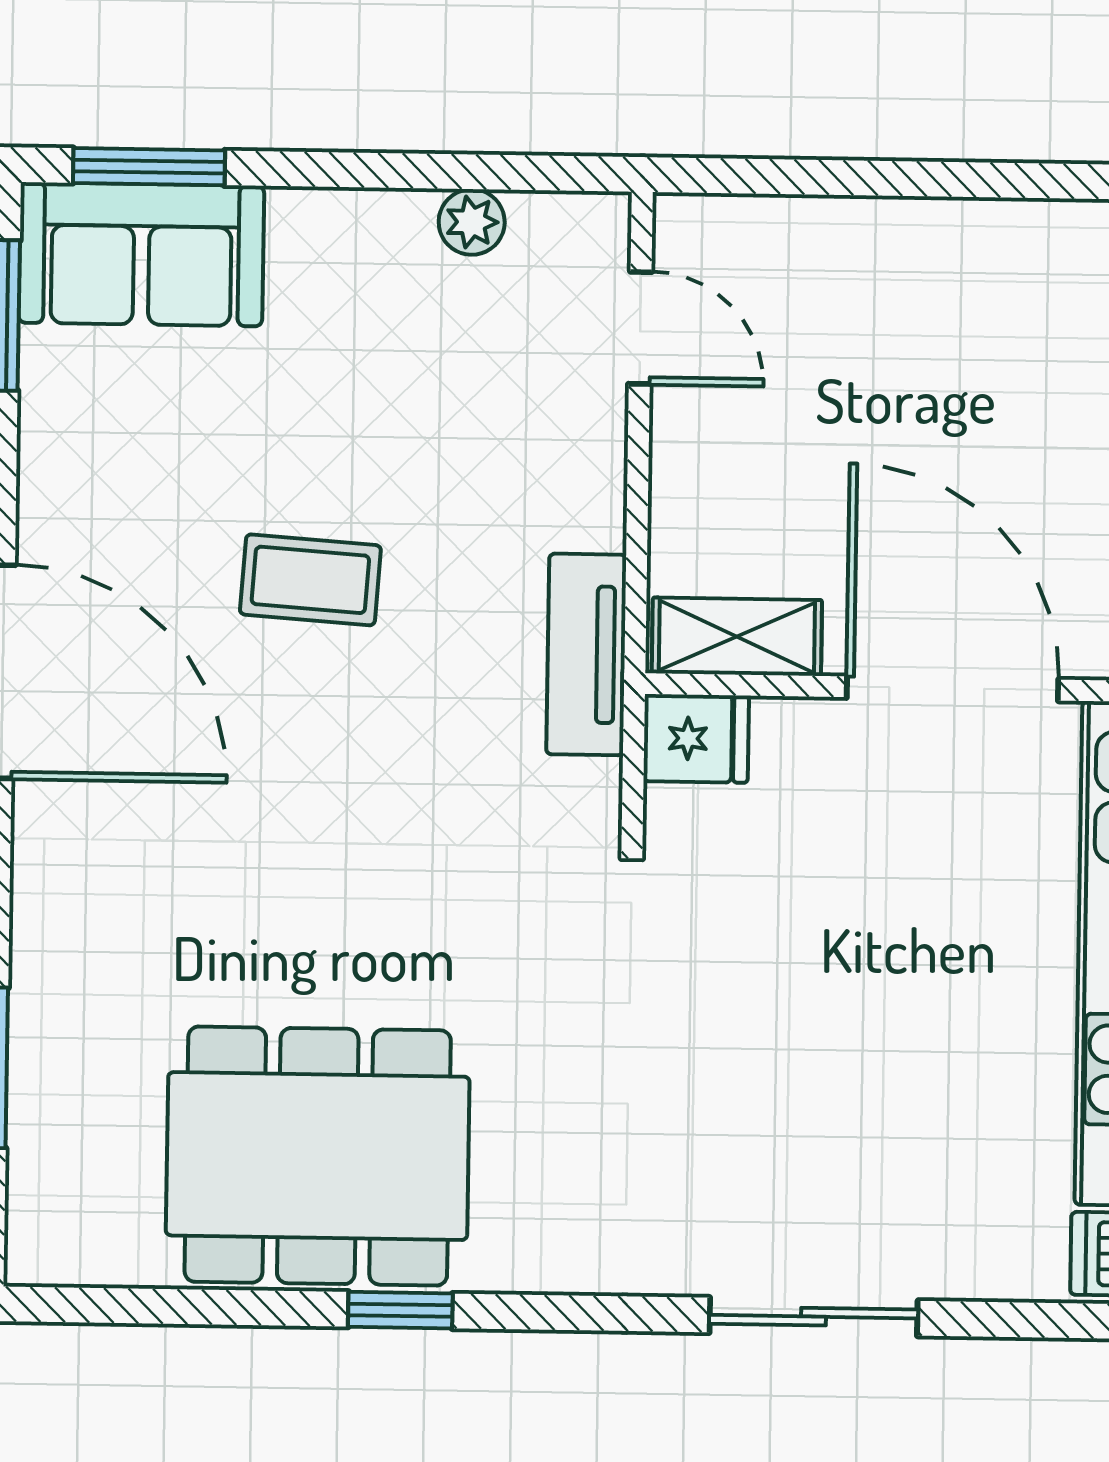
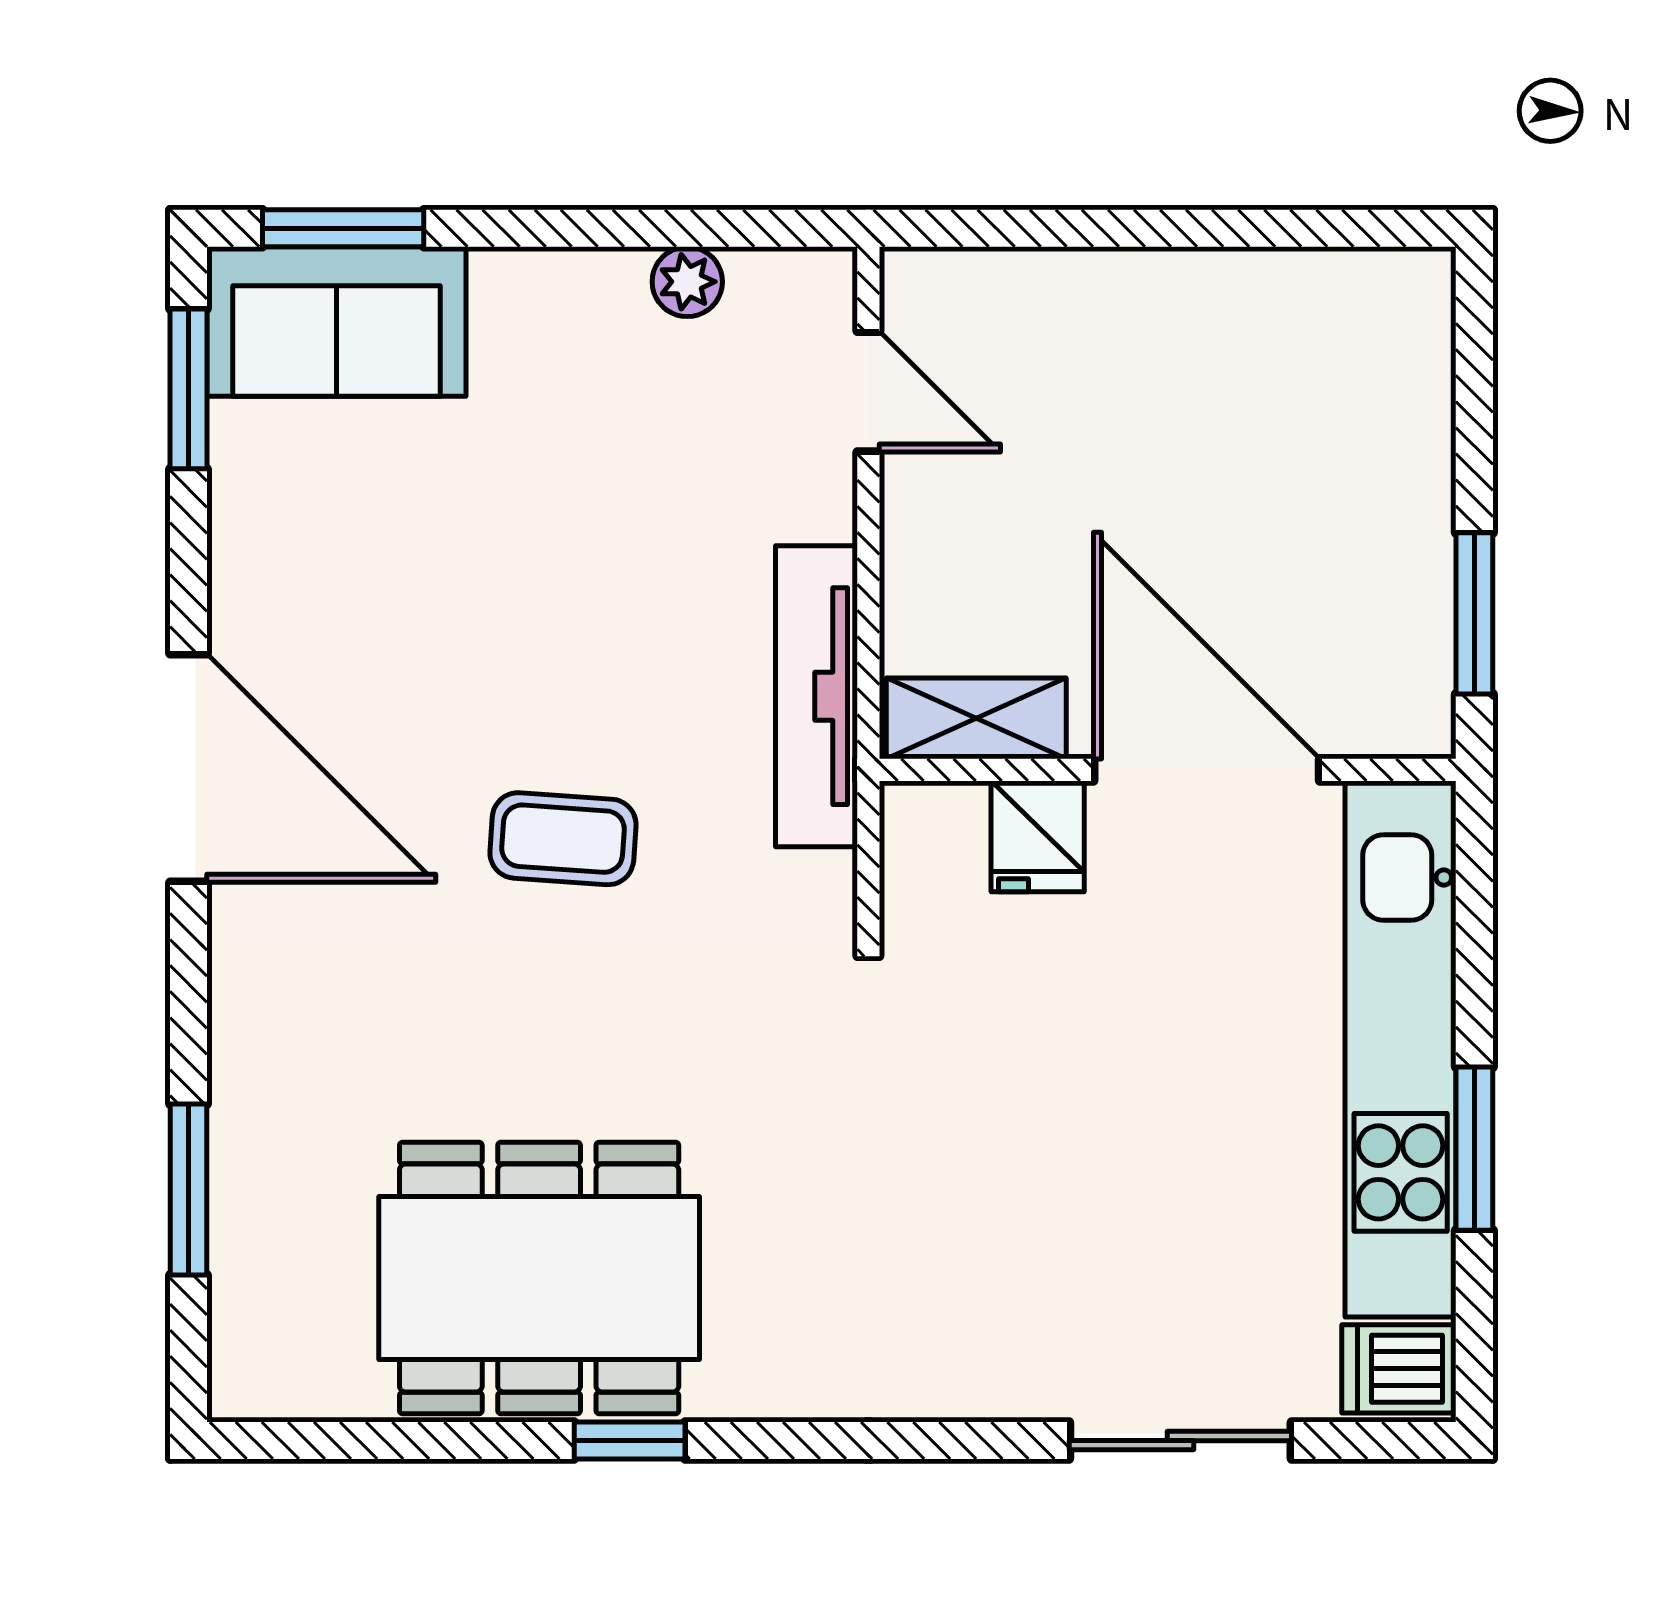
coffee table: (310, 580) -> (563, 839), moved
tv unit: (586, 654) -> (816, 696), width x1.41
fridge: (696, 739) -> (1038, 836), moved, turned 90
sliding door: (814, 1317) -> (1180, 1441), moved

